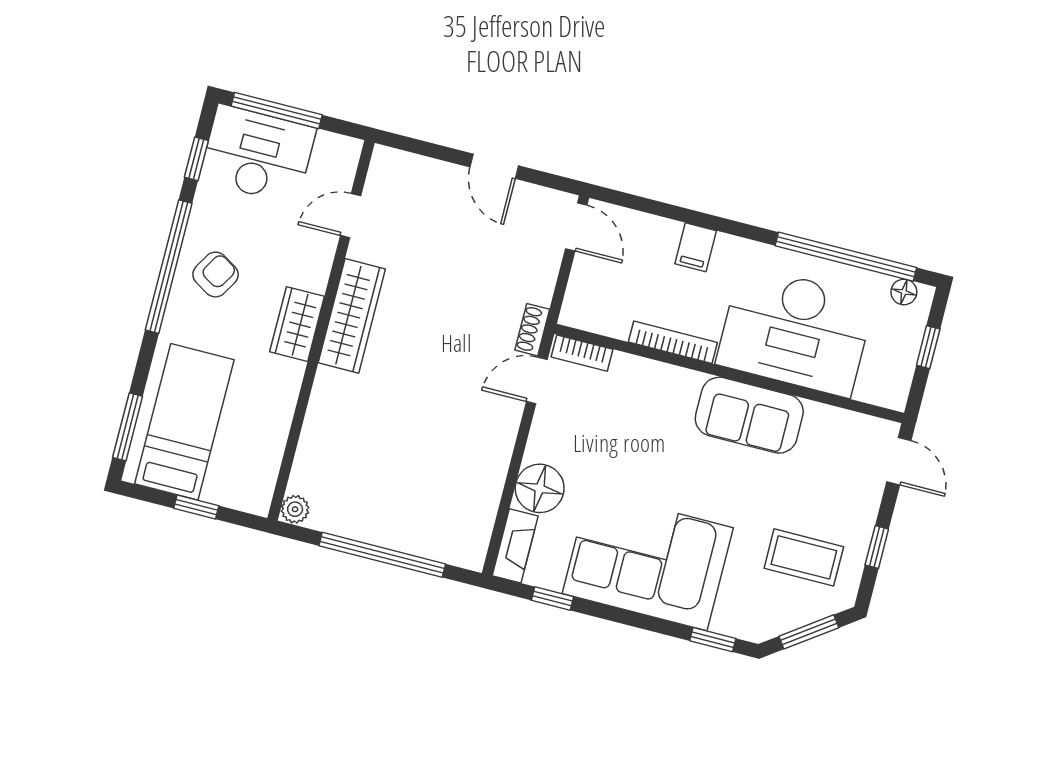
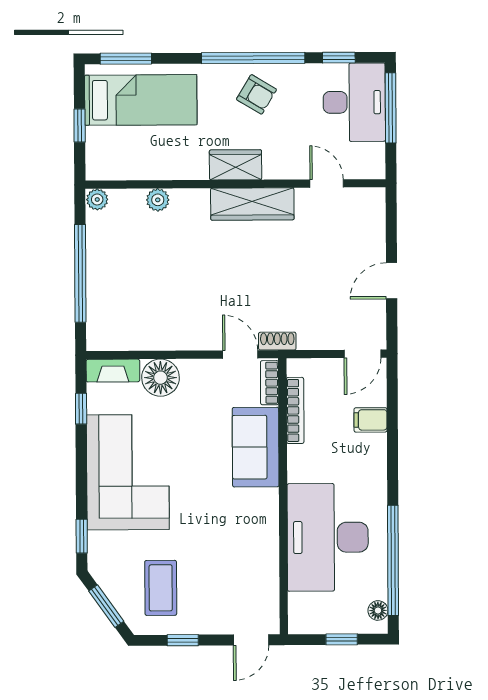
filing cabinet: (696, 247) -> (370, 420), moved
bookcase: (673, 342) -> (295, 410), moved
sofa: (749, 415) -> (256, 447), moved
plant: (315, 433) -> (158, 200), added

